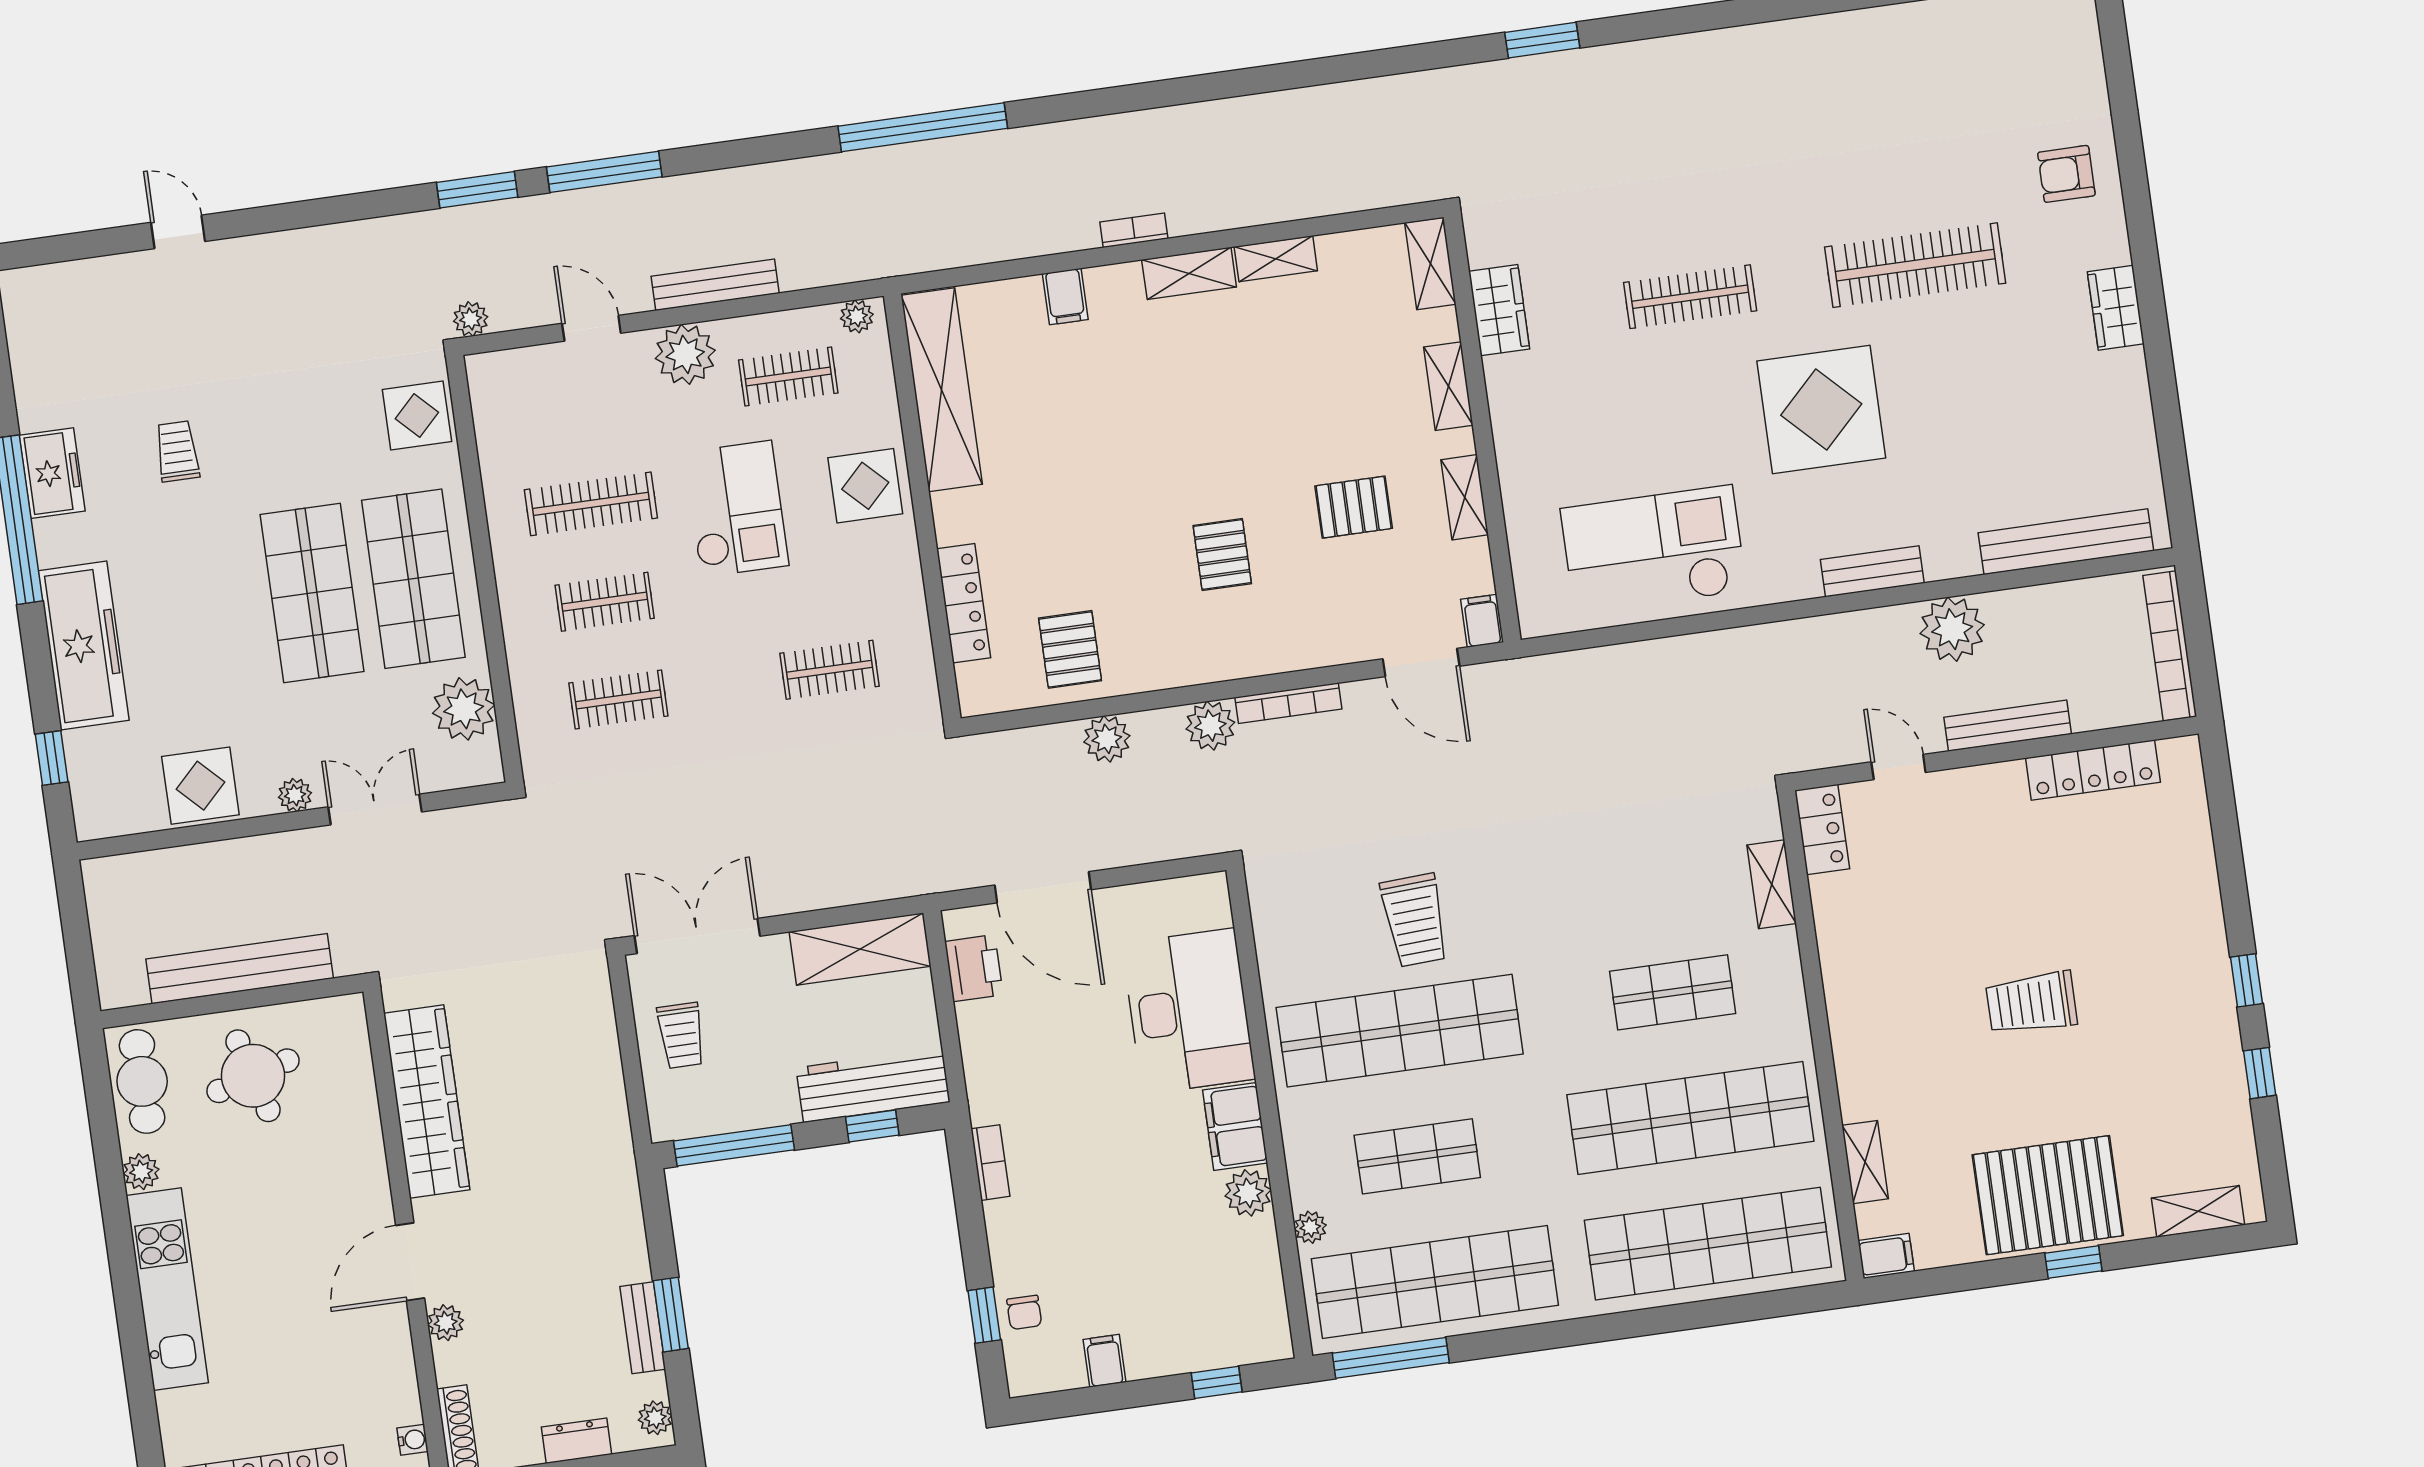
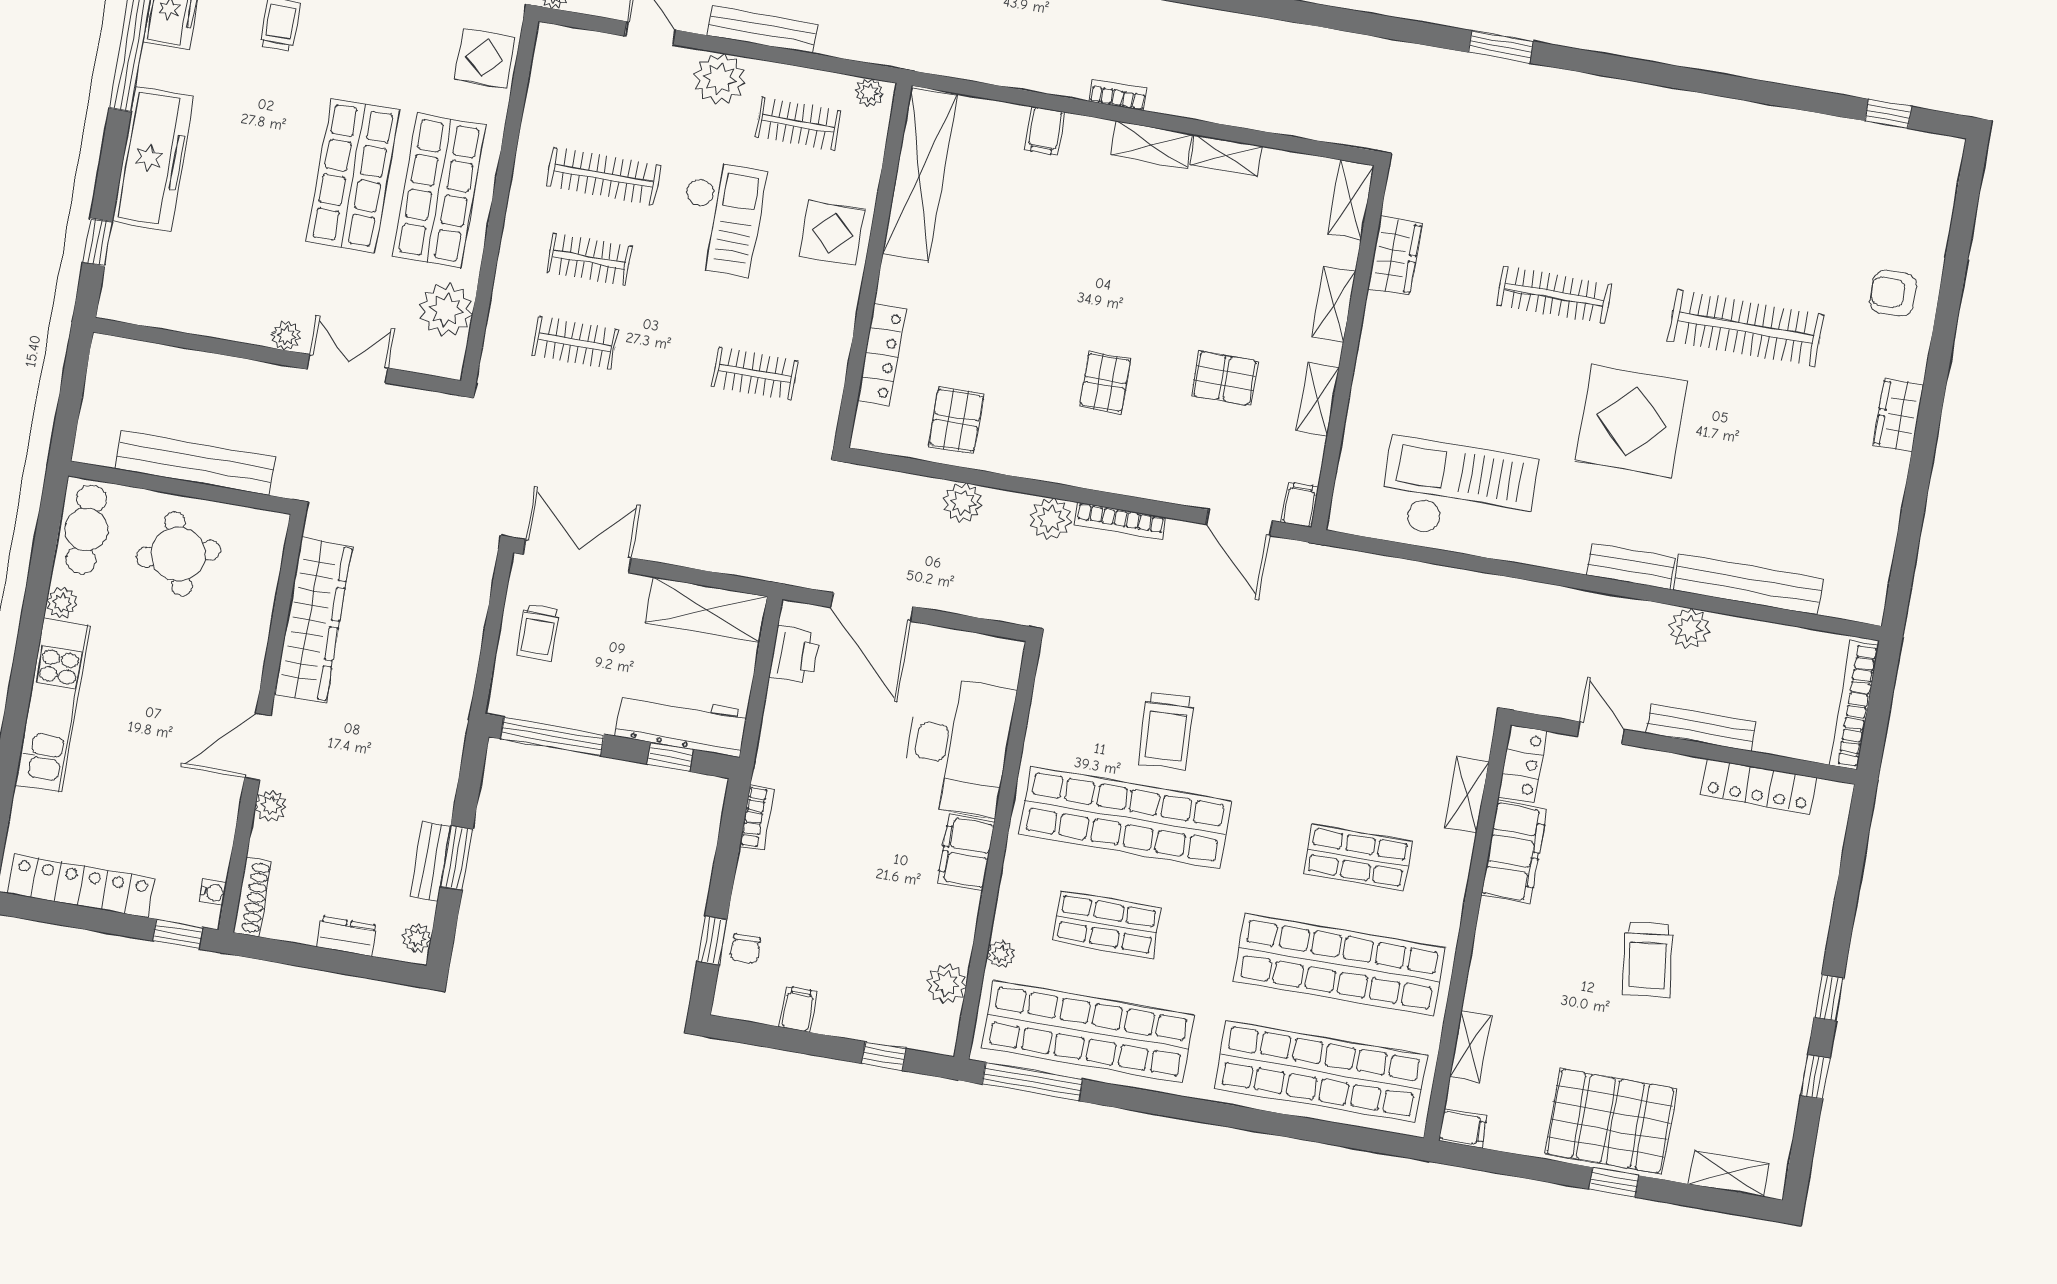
bench: (2066, 542) -> (1748, 585), moved
plant: (1952, 629) -> (1689, 628), width x0.73, depth x0.73
display table: (200, 786) -> (211, 303), removed
filing cabinet: (1844, 930) -> (1514, 852), added
trolley: (2031, 1003) -> (1648, 960), turned -97
plant: (1248, 1193) -> (946, 984), moved

